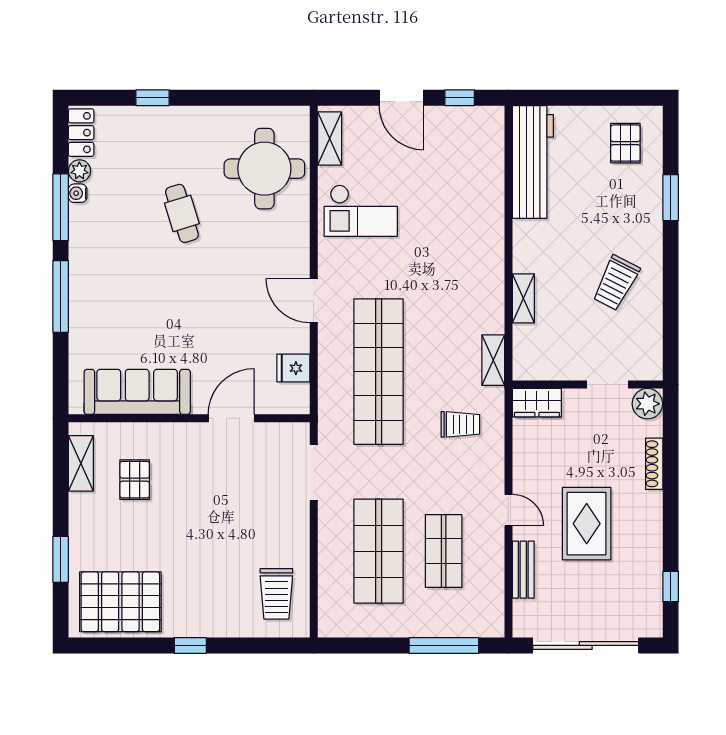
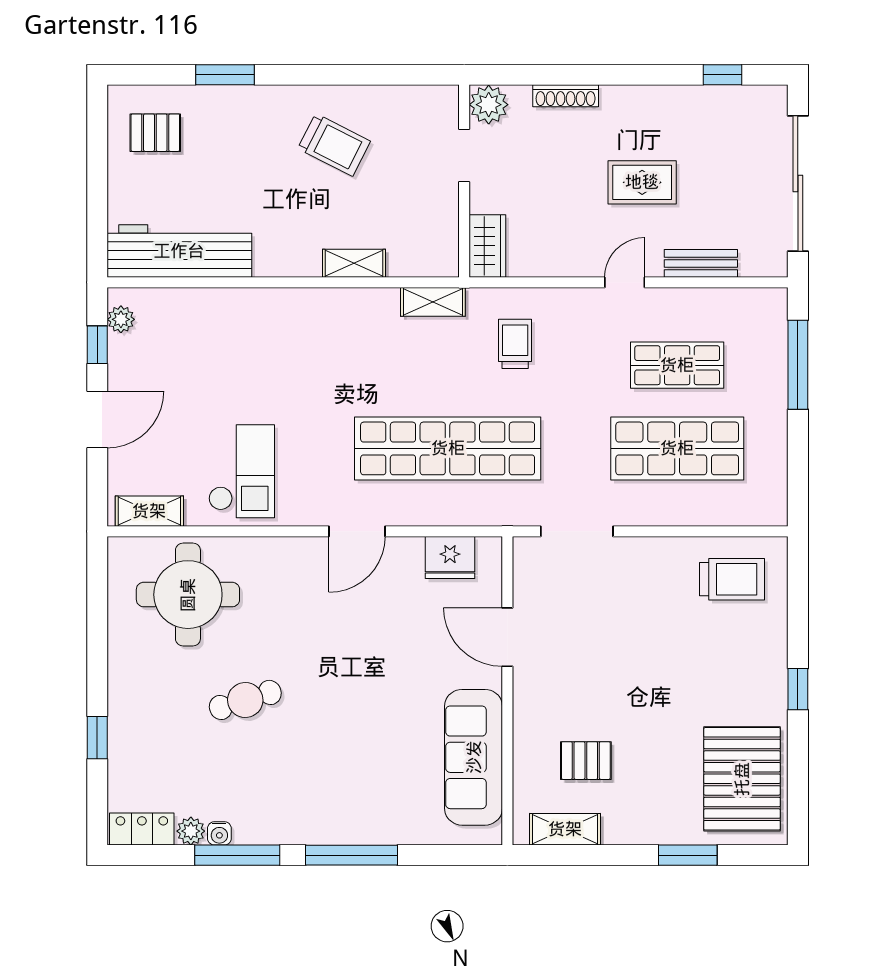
plant: (480, 116) -> (121, 319), added
fridge: (293, 368) -> (450, 558), width x1.38
rug: (587, 524) -> (642, 182), width x0.73, depth x0.70

